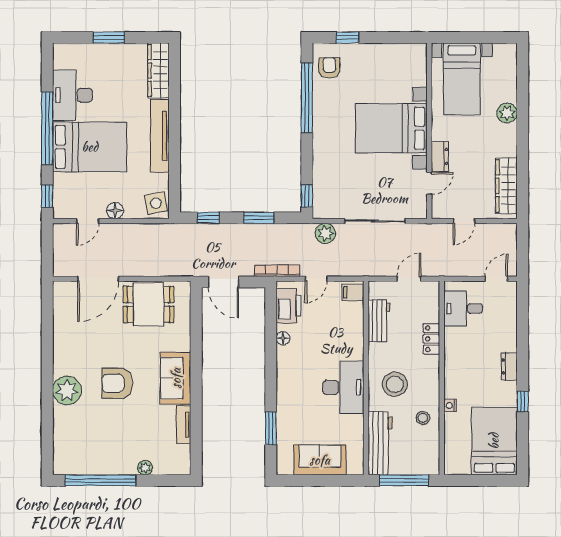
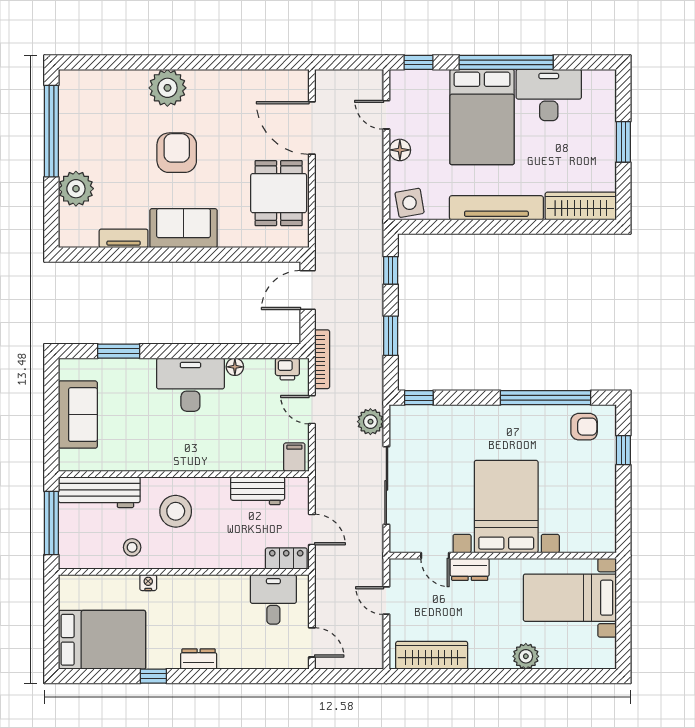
printer: (289, 306) -> (287, 369), width x0.53, depth x0.68
locker: (431, 339) -> (286, 559), moved
desk: (343, 387) -> (190, 385), moved, turned 180
plant: (145, 468) -> (76, 189), width x1.88, depth x1.88

